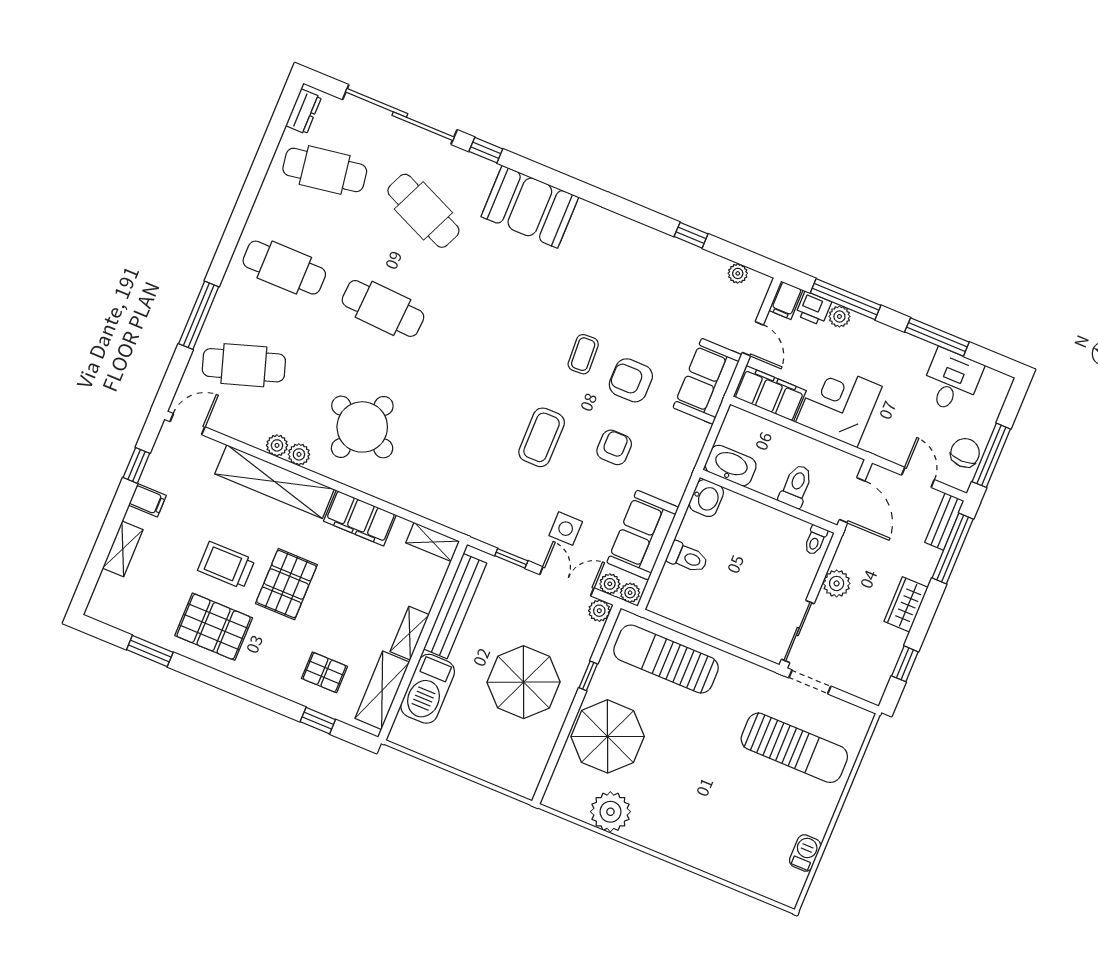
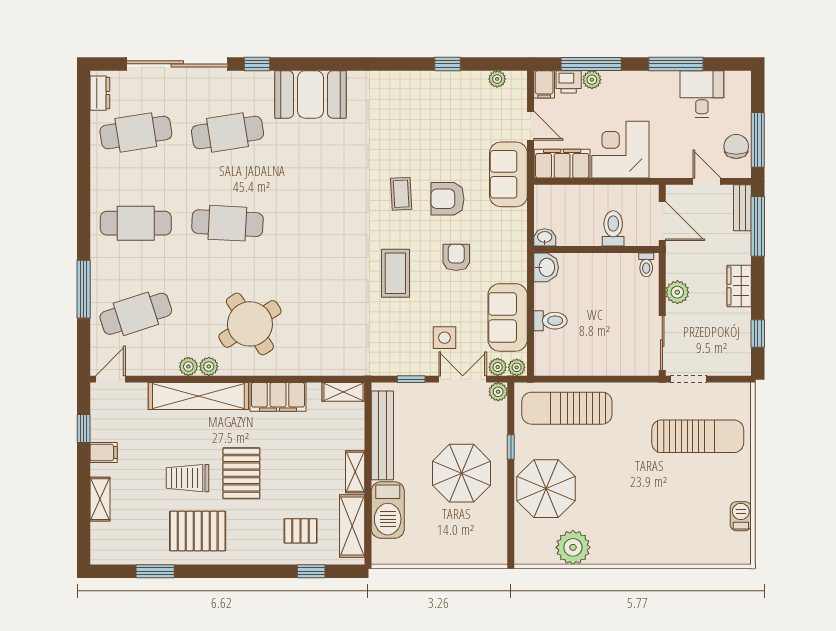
cafe table: (423, 211) -> (227, 132), turned -33
round table: (362, 427) -> (250, 324), turned 34
washbasin: (731, 466) -> (545, 237), width x0.52, depth x0.69

